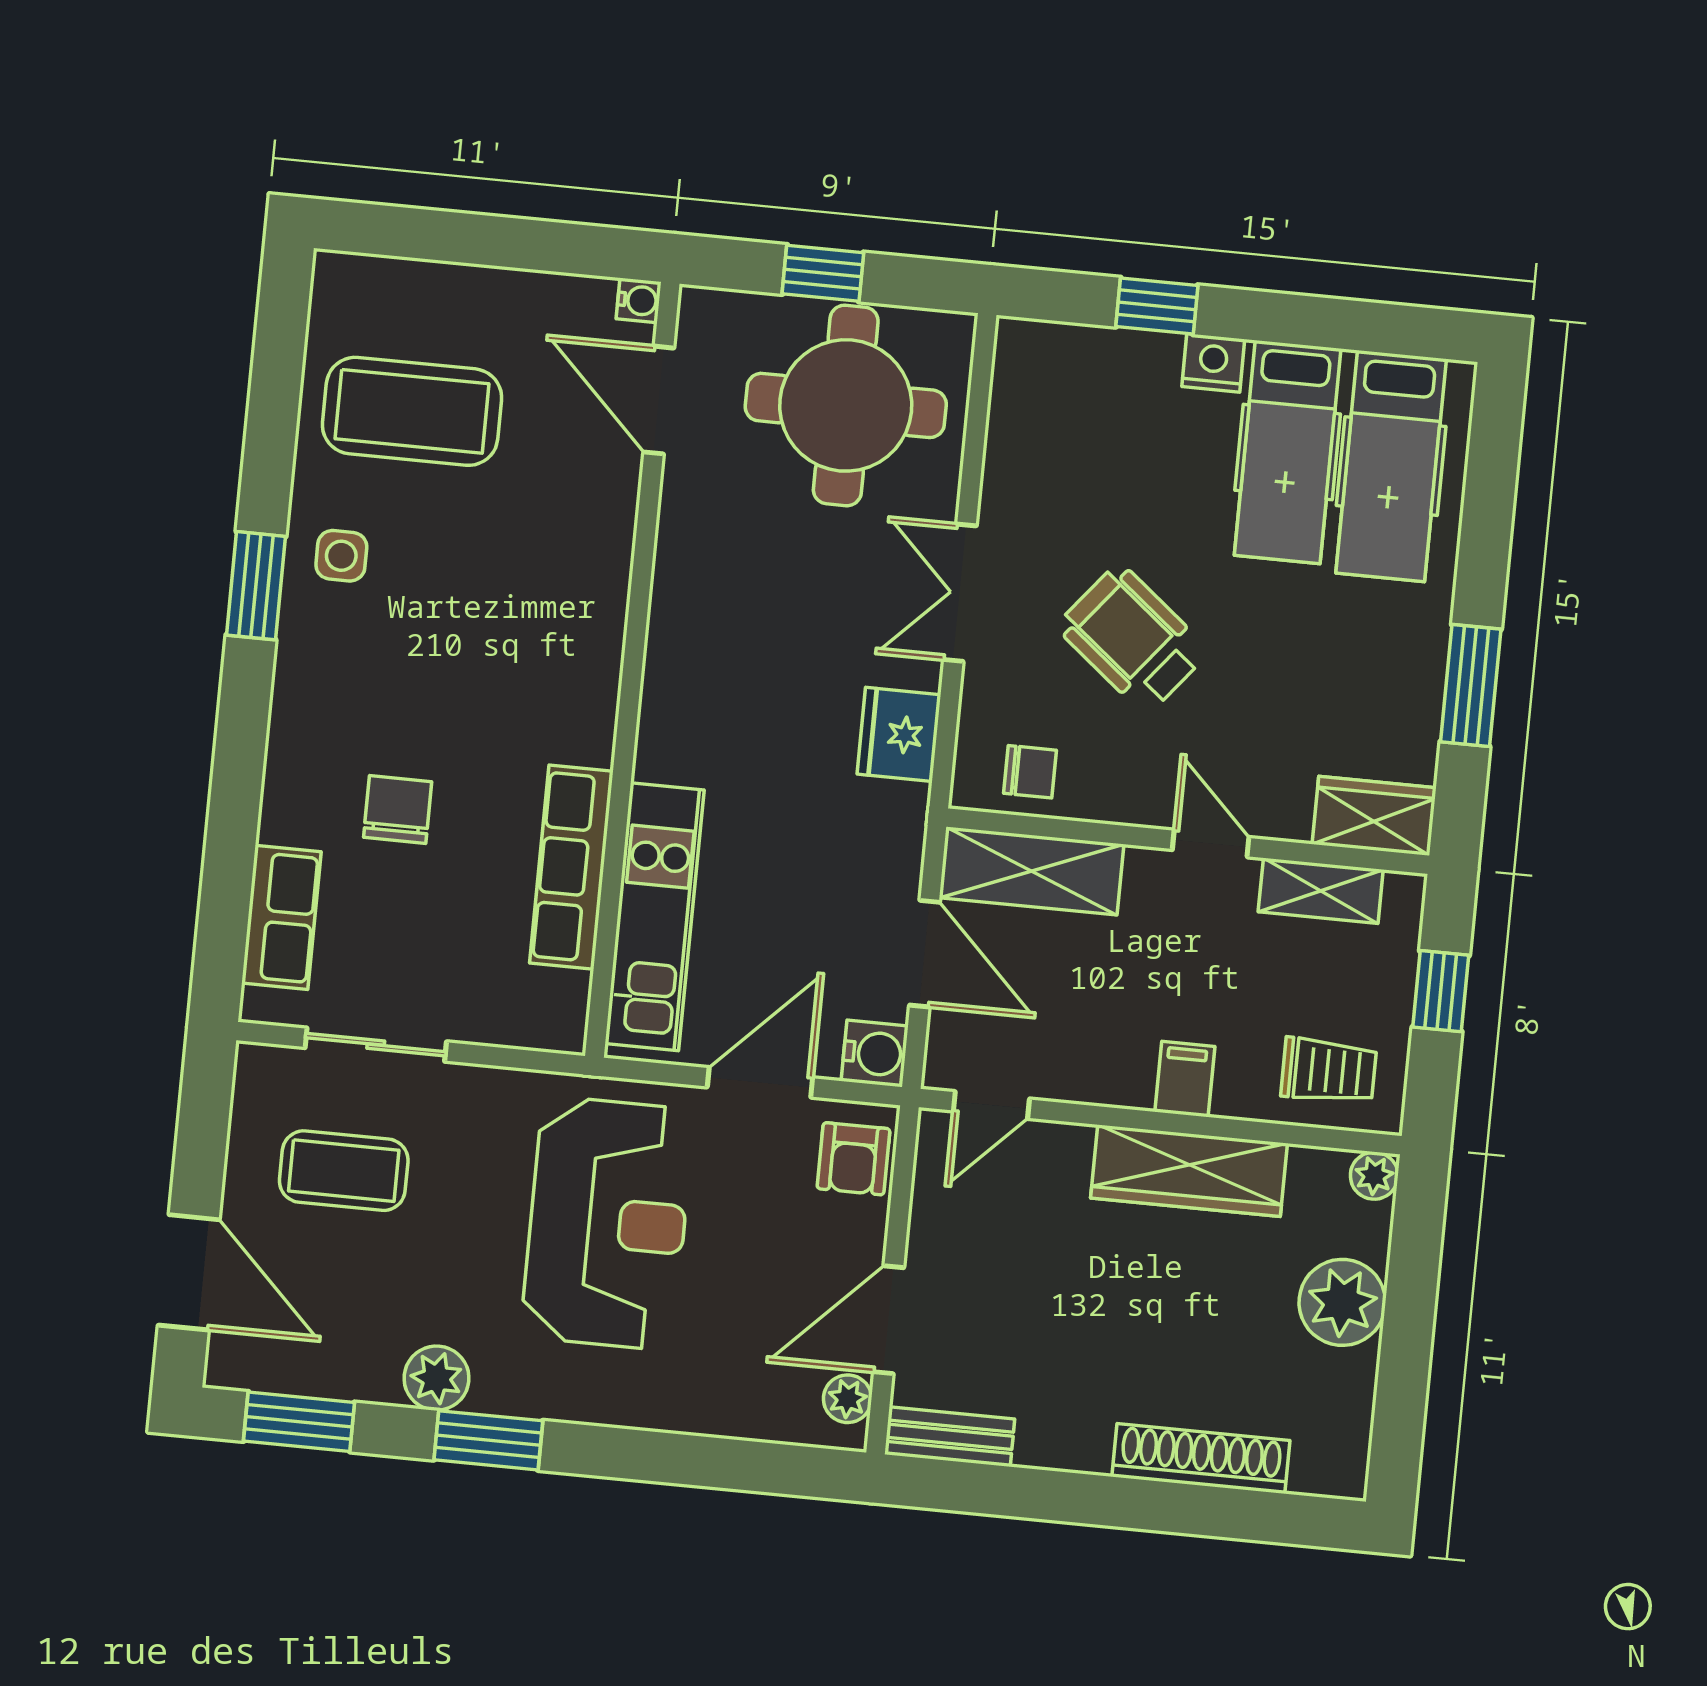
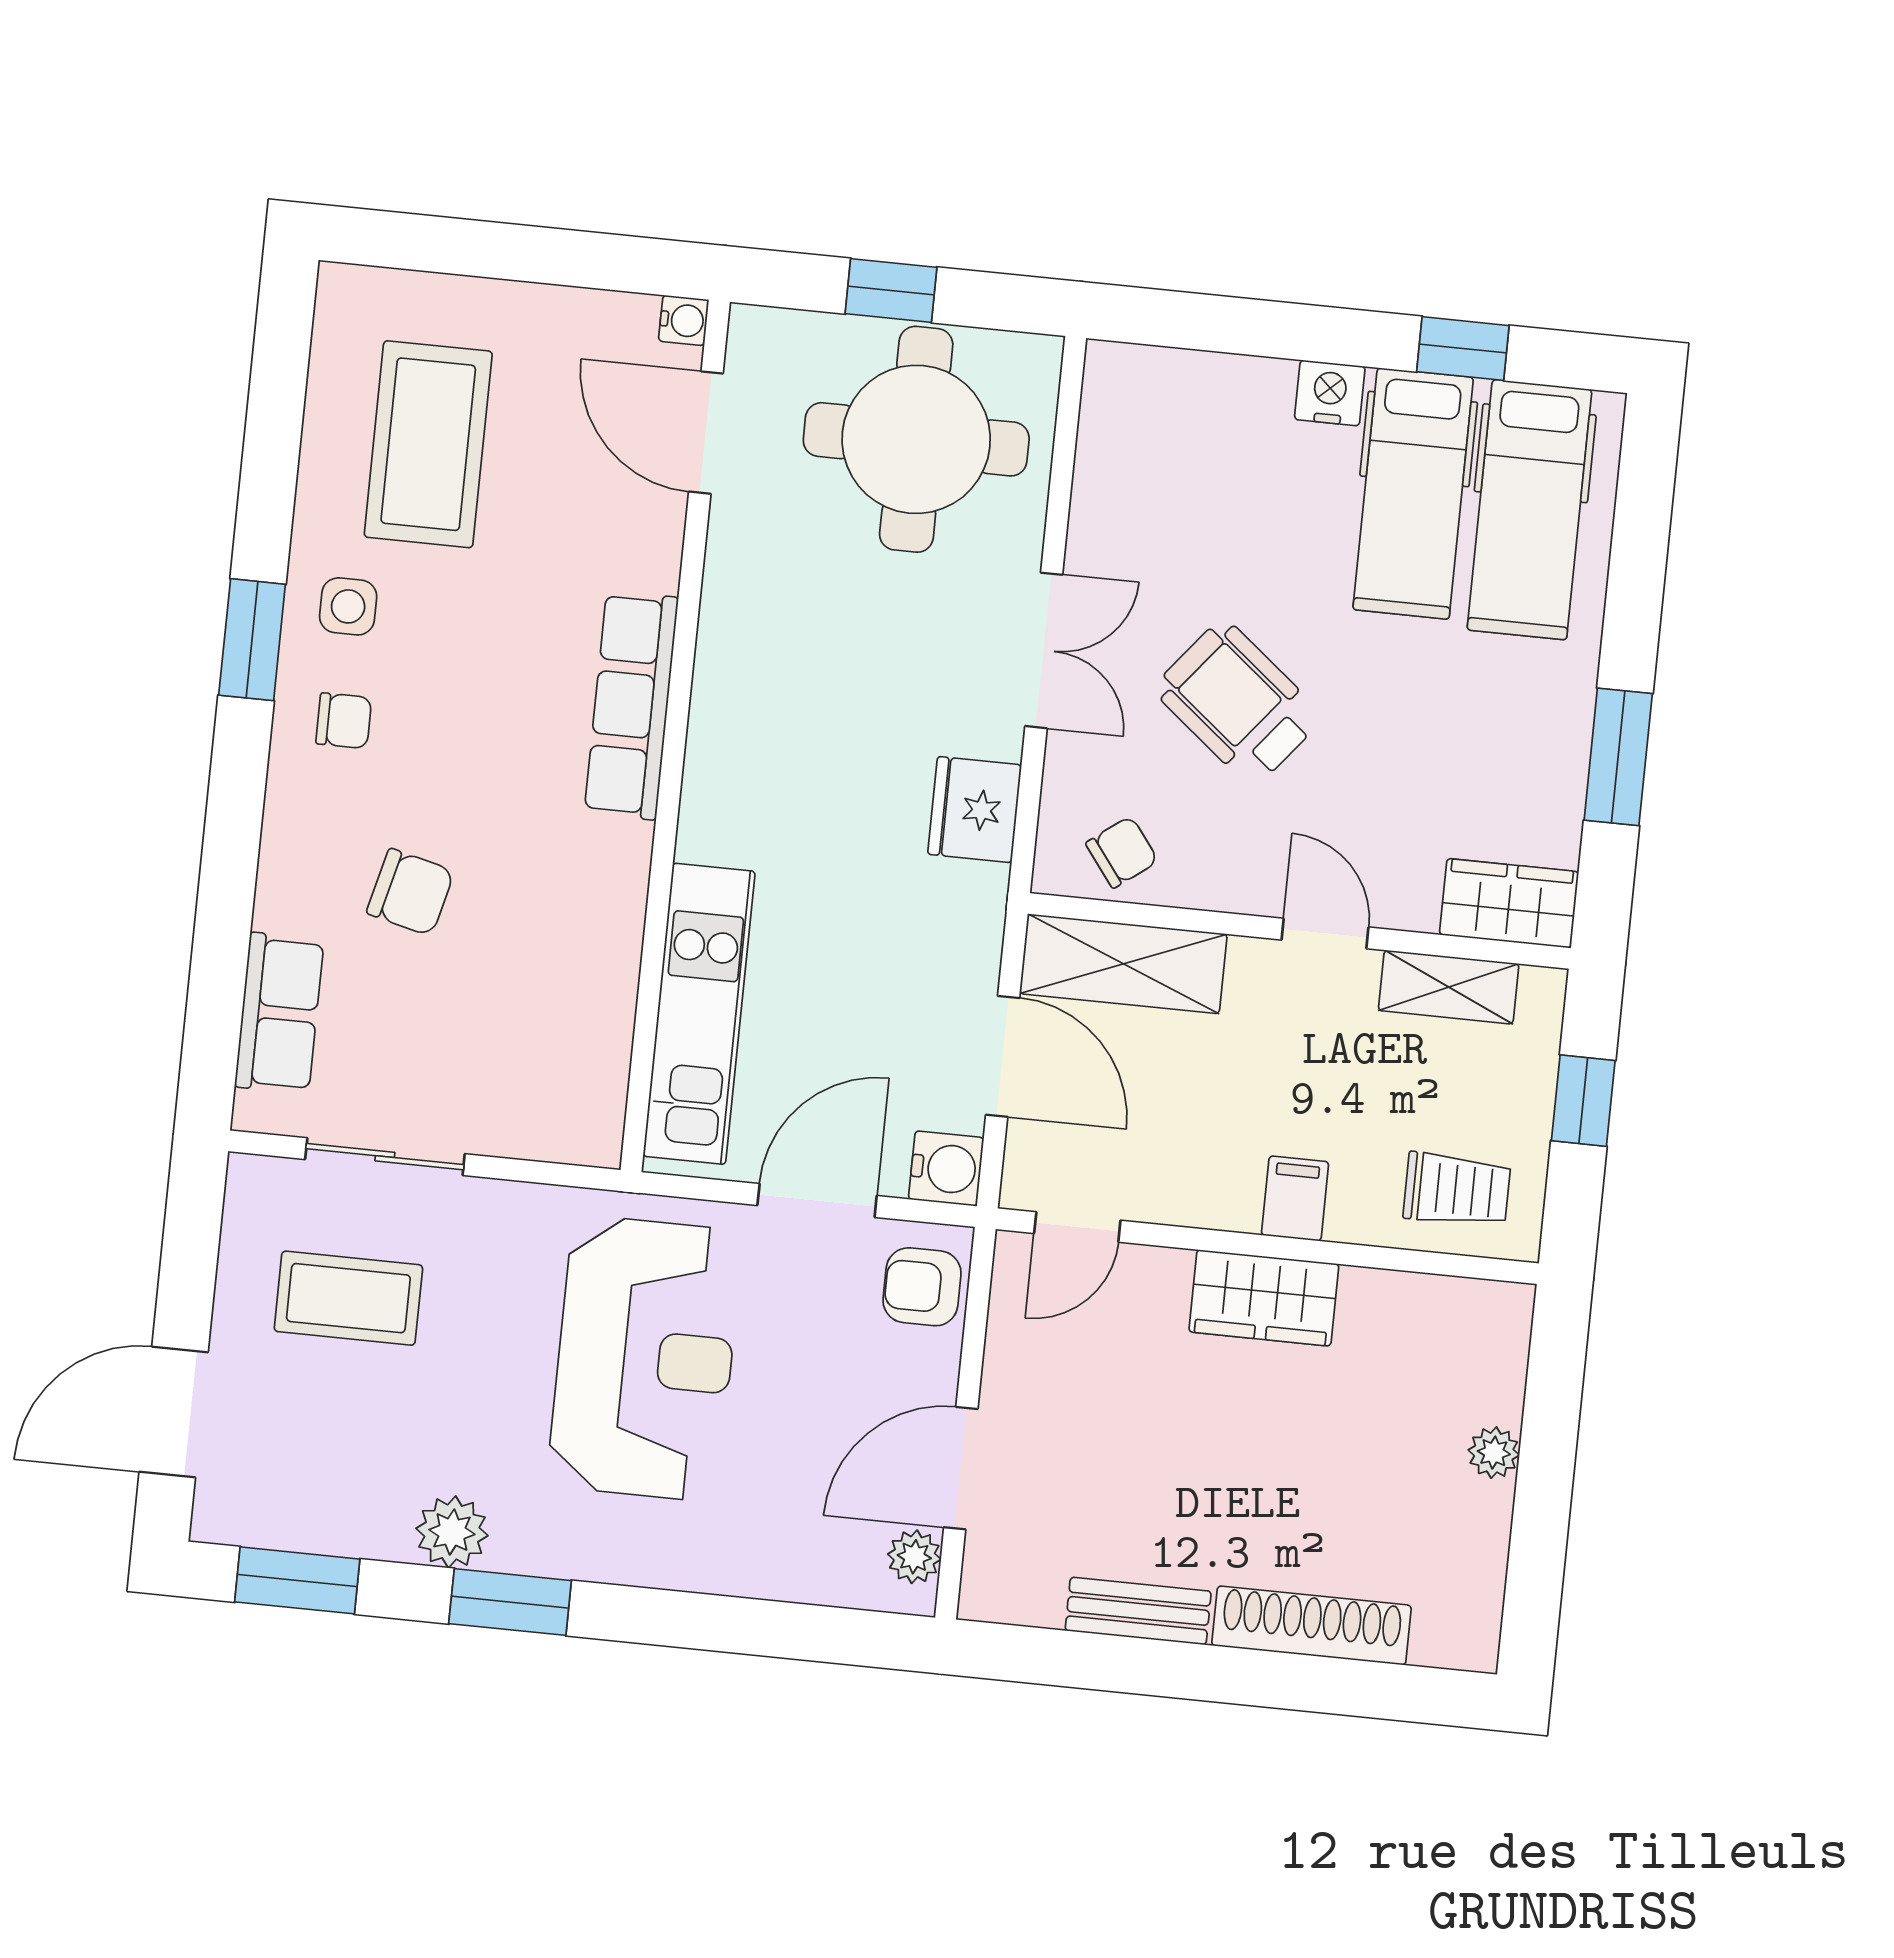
window: (1157, 306) -> (1463, 349), moved
coffee table: (412, 411) -> (428, 444), turned 90
double door: (960, 593) -> (1044, 650), swing flipped
chair: (338, 657) -> (344, 721), added
chair: (1030, 772) -> (1122, 852), turned -37
chair: (398, 810) -> (410, 892), turned 104
row of seats: (571, 867) -> (631, 705), moved
armchair: (854, 1159) -> (922, 1287), turned 90
wardrobe: (1189, 1171) -> (1264, 1298), width x0.67
plant: (1374, 1176) -> (1508, 1308), removed
door: (189, 1272) -> (174, 1412), swing flipped
plant: (1342, 1302) -> (1494, 1453), width x0.53, depth x0.53
bench: (950, 1437) -> (1138, 1611), moved

